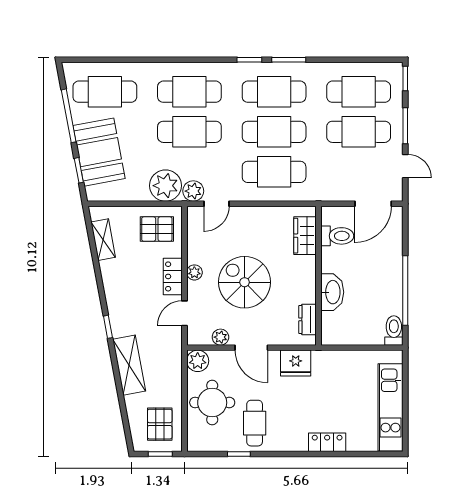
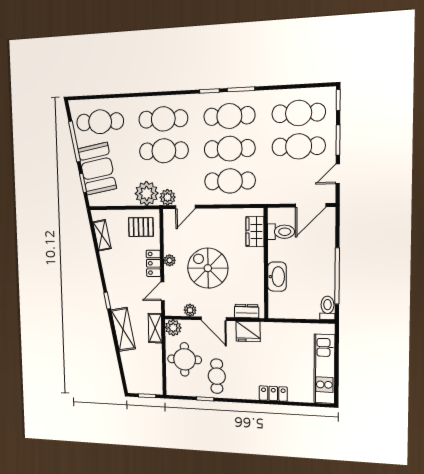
door: (405, 166) -> (338, 174), swing flipped
dresser: (307, 319) -> (247, 311), moved, turned 90
shelving: (173, 362) -> (155, 328), added
pallet: (160, 424) -> (146, 374), removed

